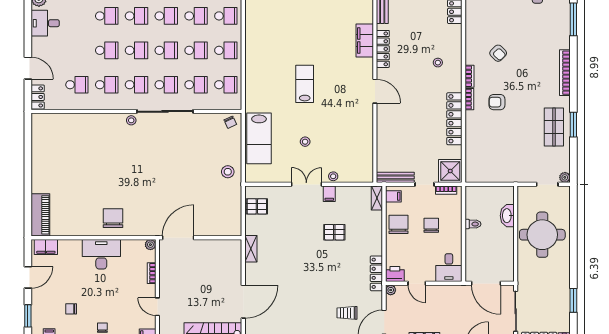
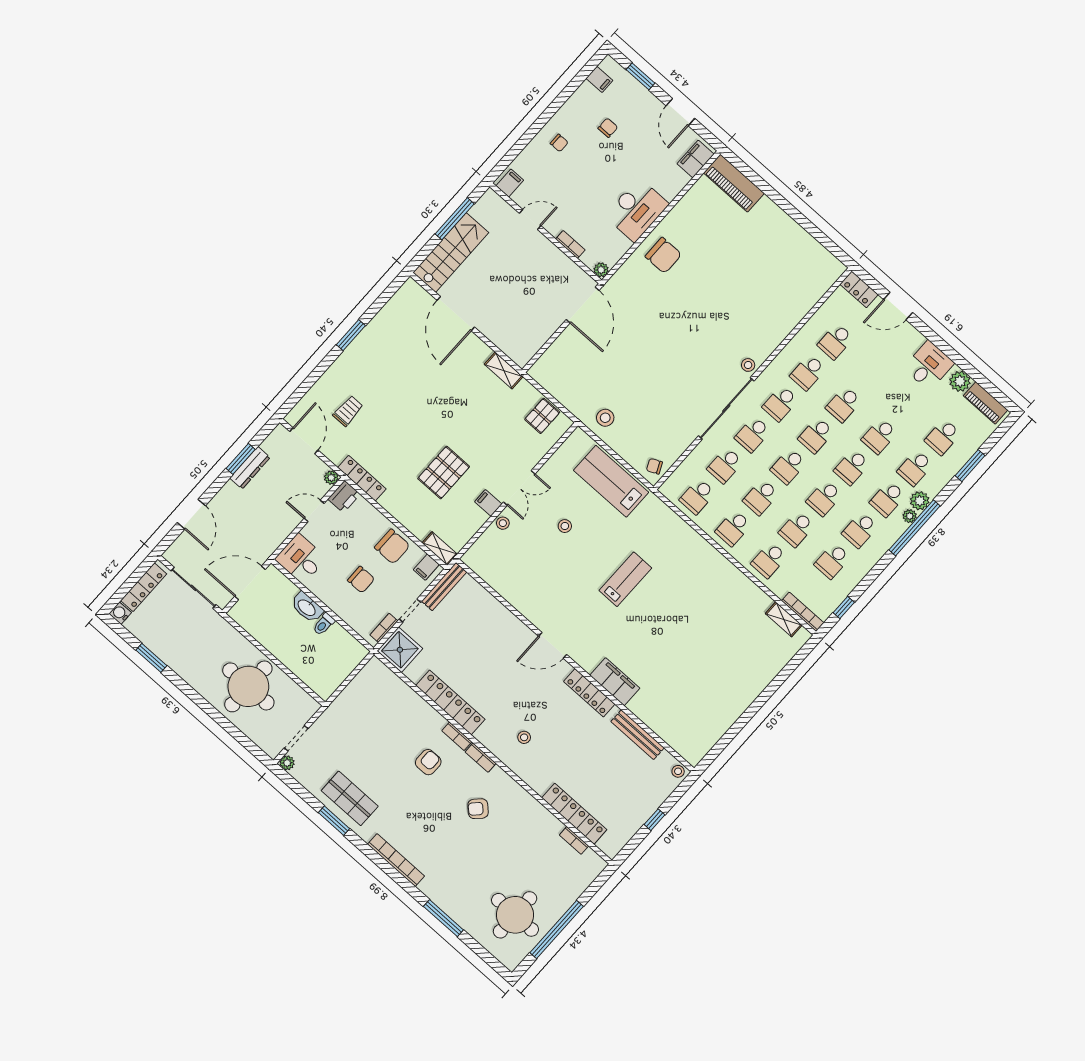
lab bench: (305, 84) -> (625, 579), turned -90
washbasin: (507, 216) -> (307, 607), moved, turned 180
pallet: (334, 232) -> (444, 473), width x1.50, depth x1.42

